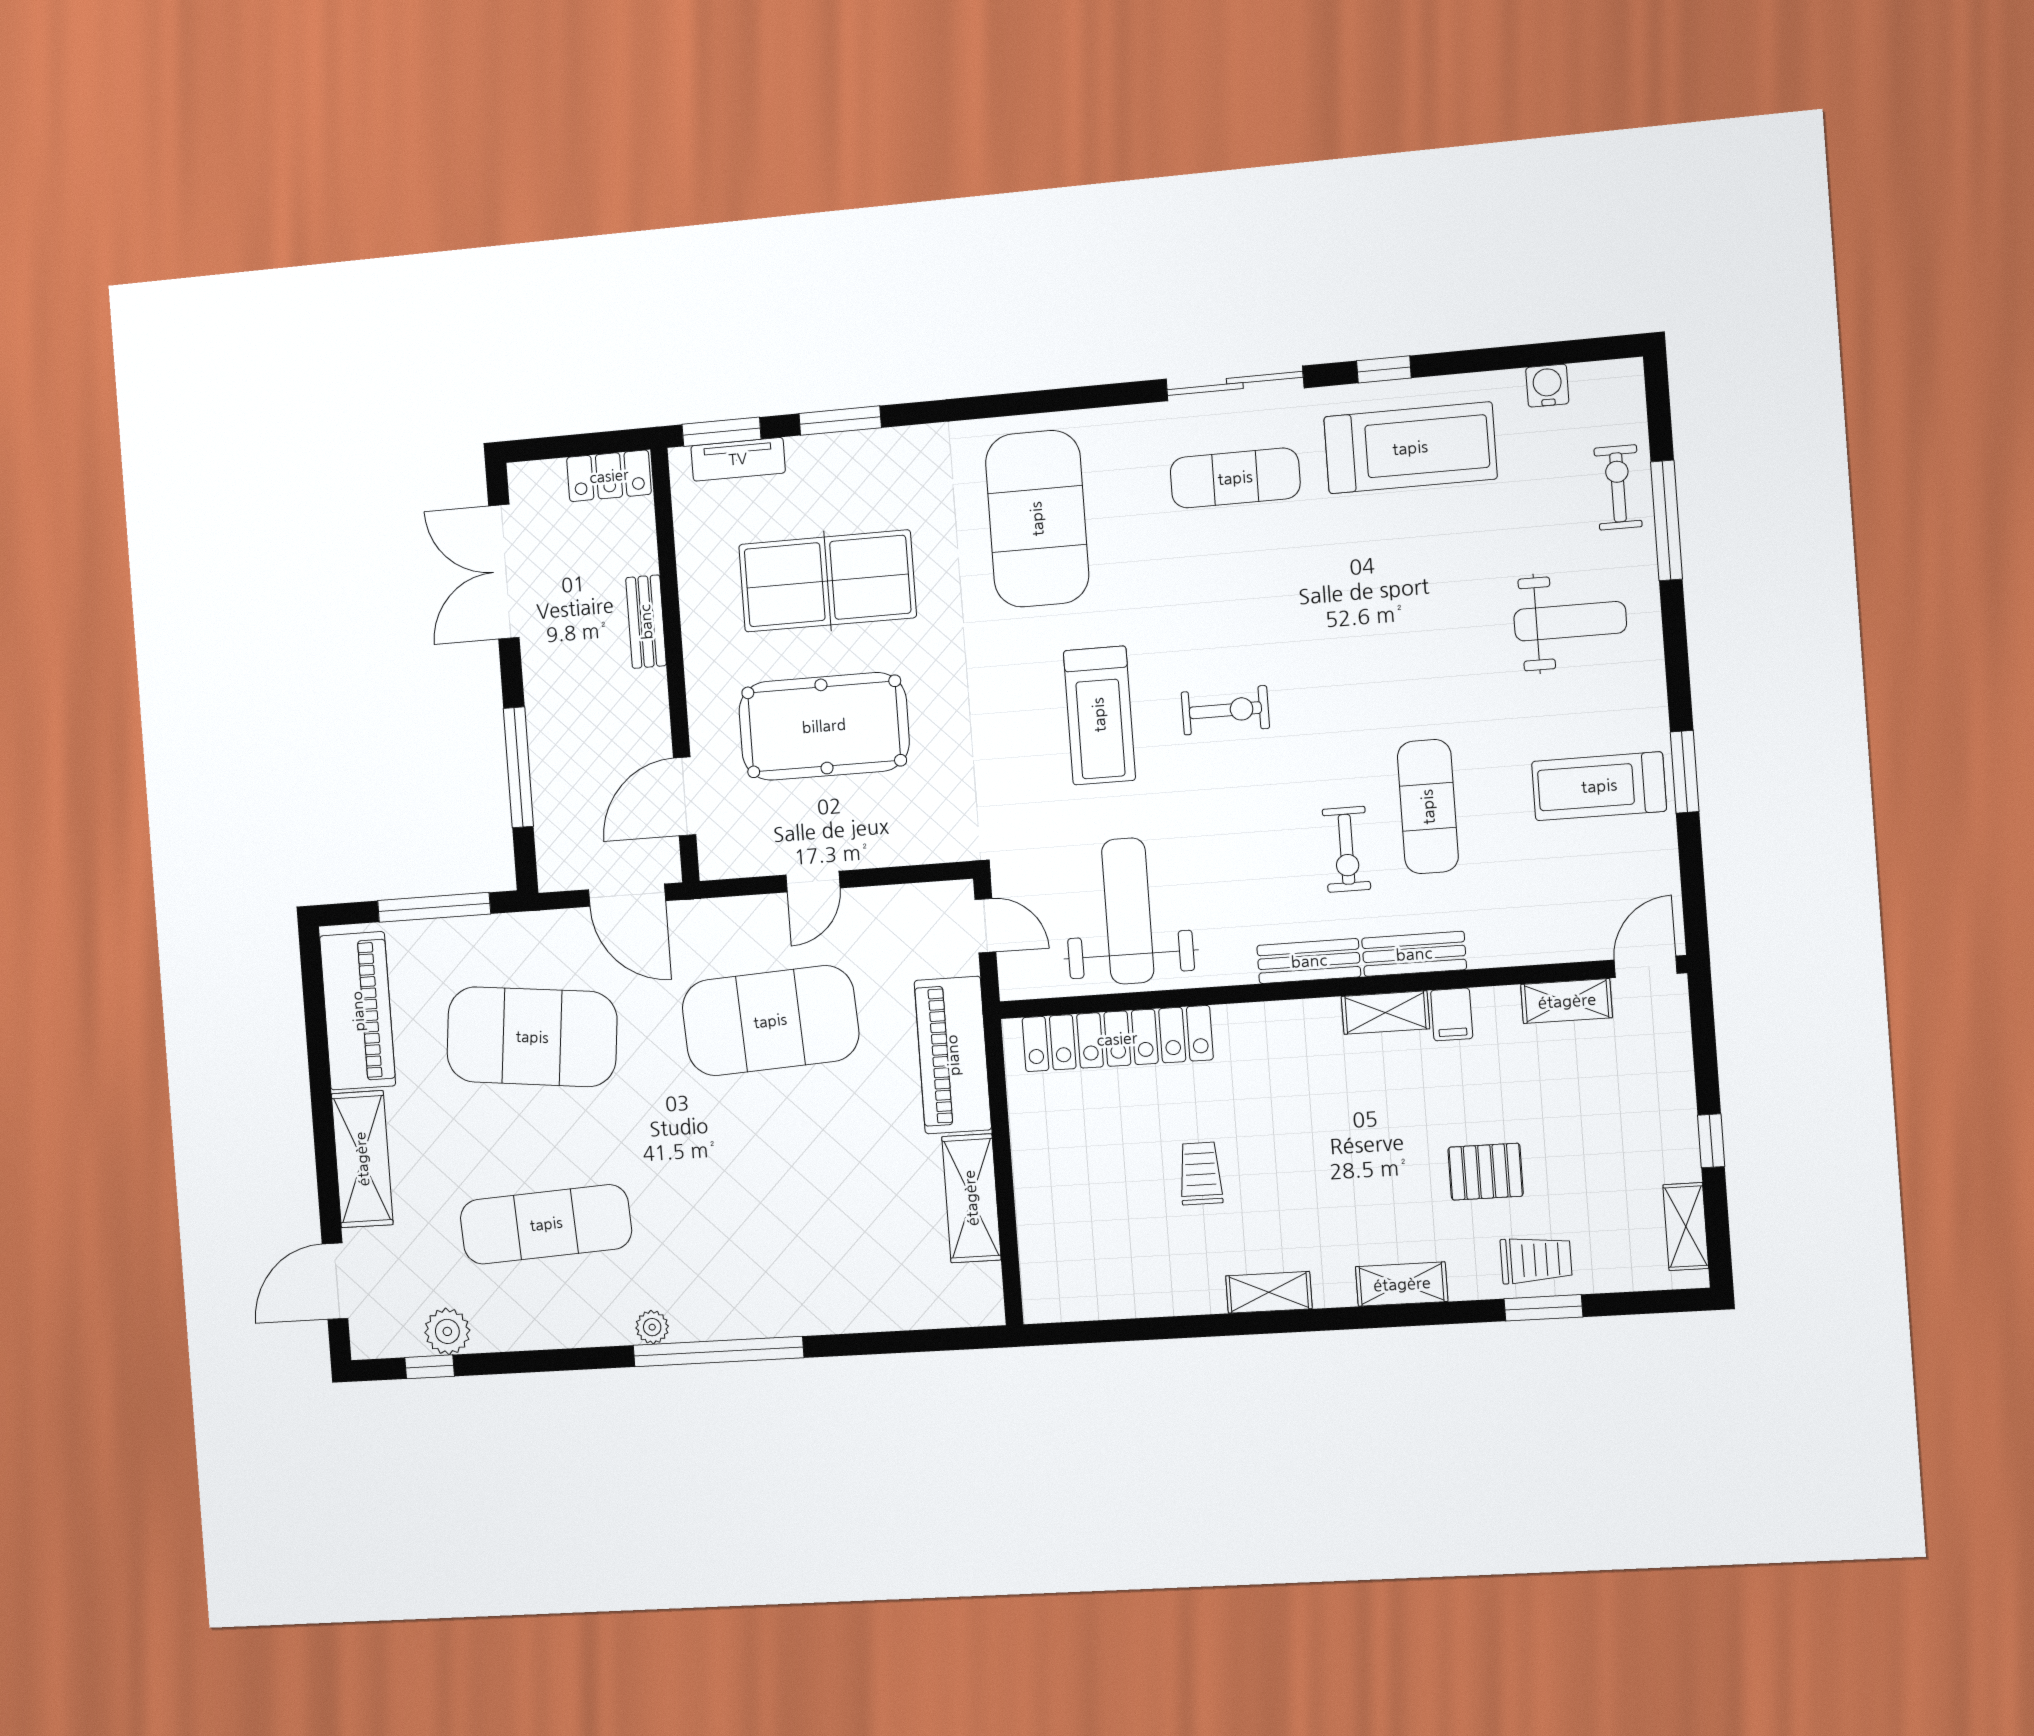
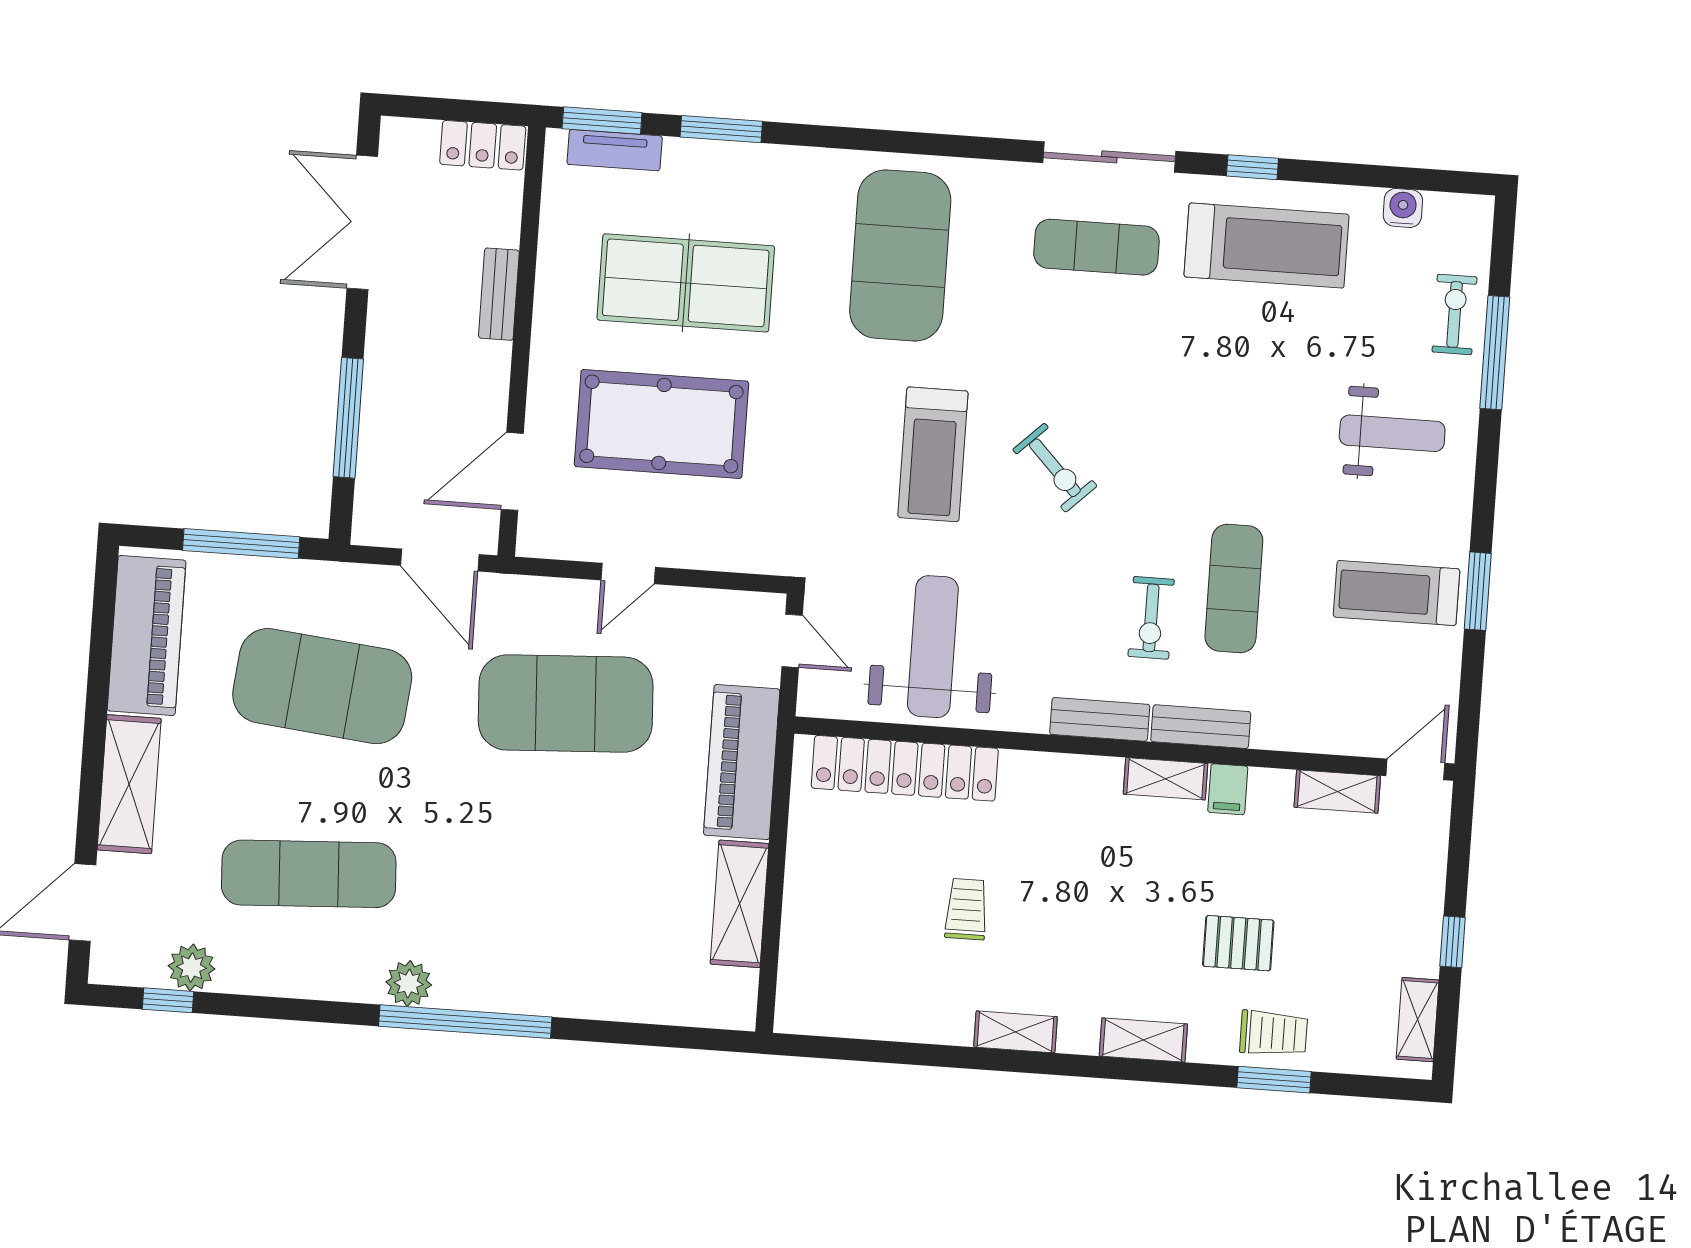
exercise bike: (1225, 710) -> (1055, 468), turned 46
plant: (652, 1327) -> (409, 983), width x1.38, depth x1.38

